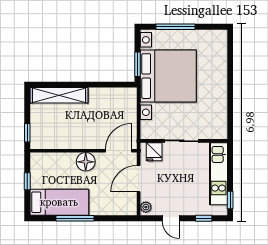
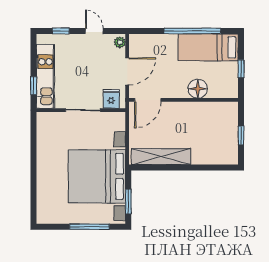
window: (137, 64) -> (128, 202), moved
shelving: (59, 95) -> (161, 157), moved
window: (27, 133) -> (241, 135), moved
floor lamp: (86, 162) -> (198, 89), moved
window: (230, 200) -> (34, 86), moved
window: (75, 218) -> (192, 31), width x1.46

